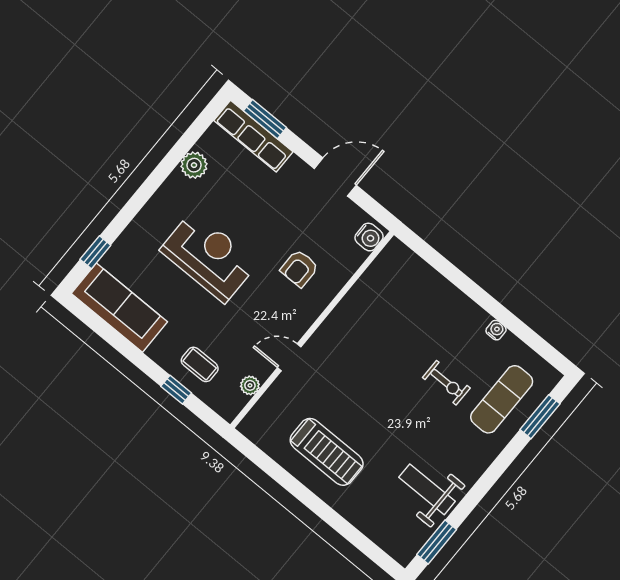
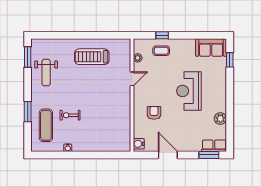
row of seats: (253, 136) -> (214, 146), width x0.68
door: (335, 177) -> (168, 155), swing flipped
reception desk: (209, 257) -> (189, 91), turned 90
sofa: (119, 308) -> (211, 47), width x0.73
window: (540, 417) -> (28, 112), moved
weight bench: (427, 489) -> (46, 73), turned 90

